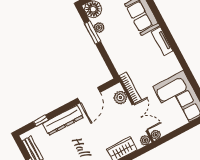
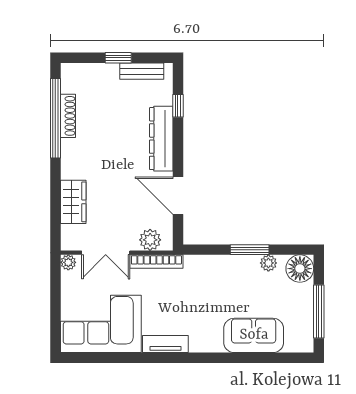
window: (93, 32) -> (250, 250), moved
tv unit: (162, 41) -> (165, 344), moved
plant: (145, 140) -> (69, 243), removed

